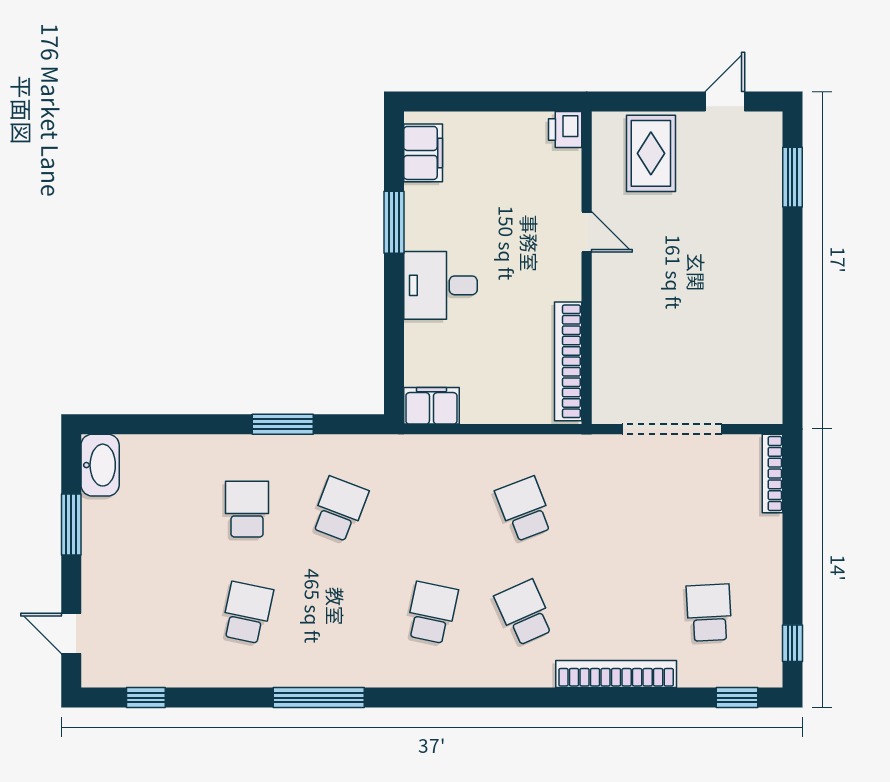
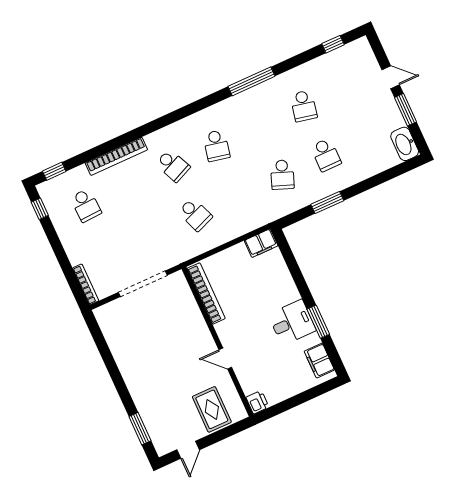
desk: (441, 285) -> (292, 322), moved
door: (71, 633) -> (391, 77), moved

